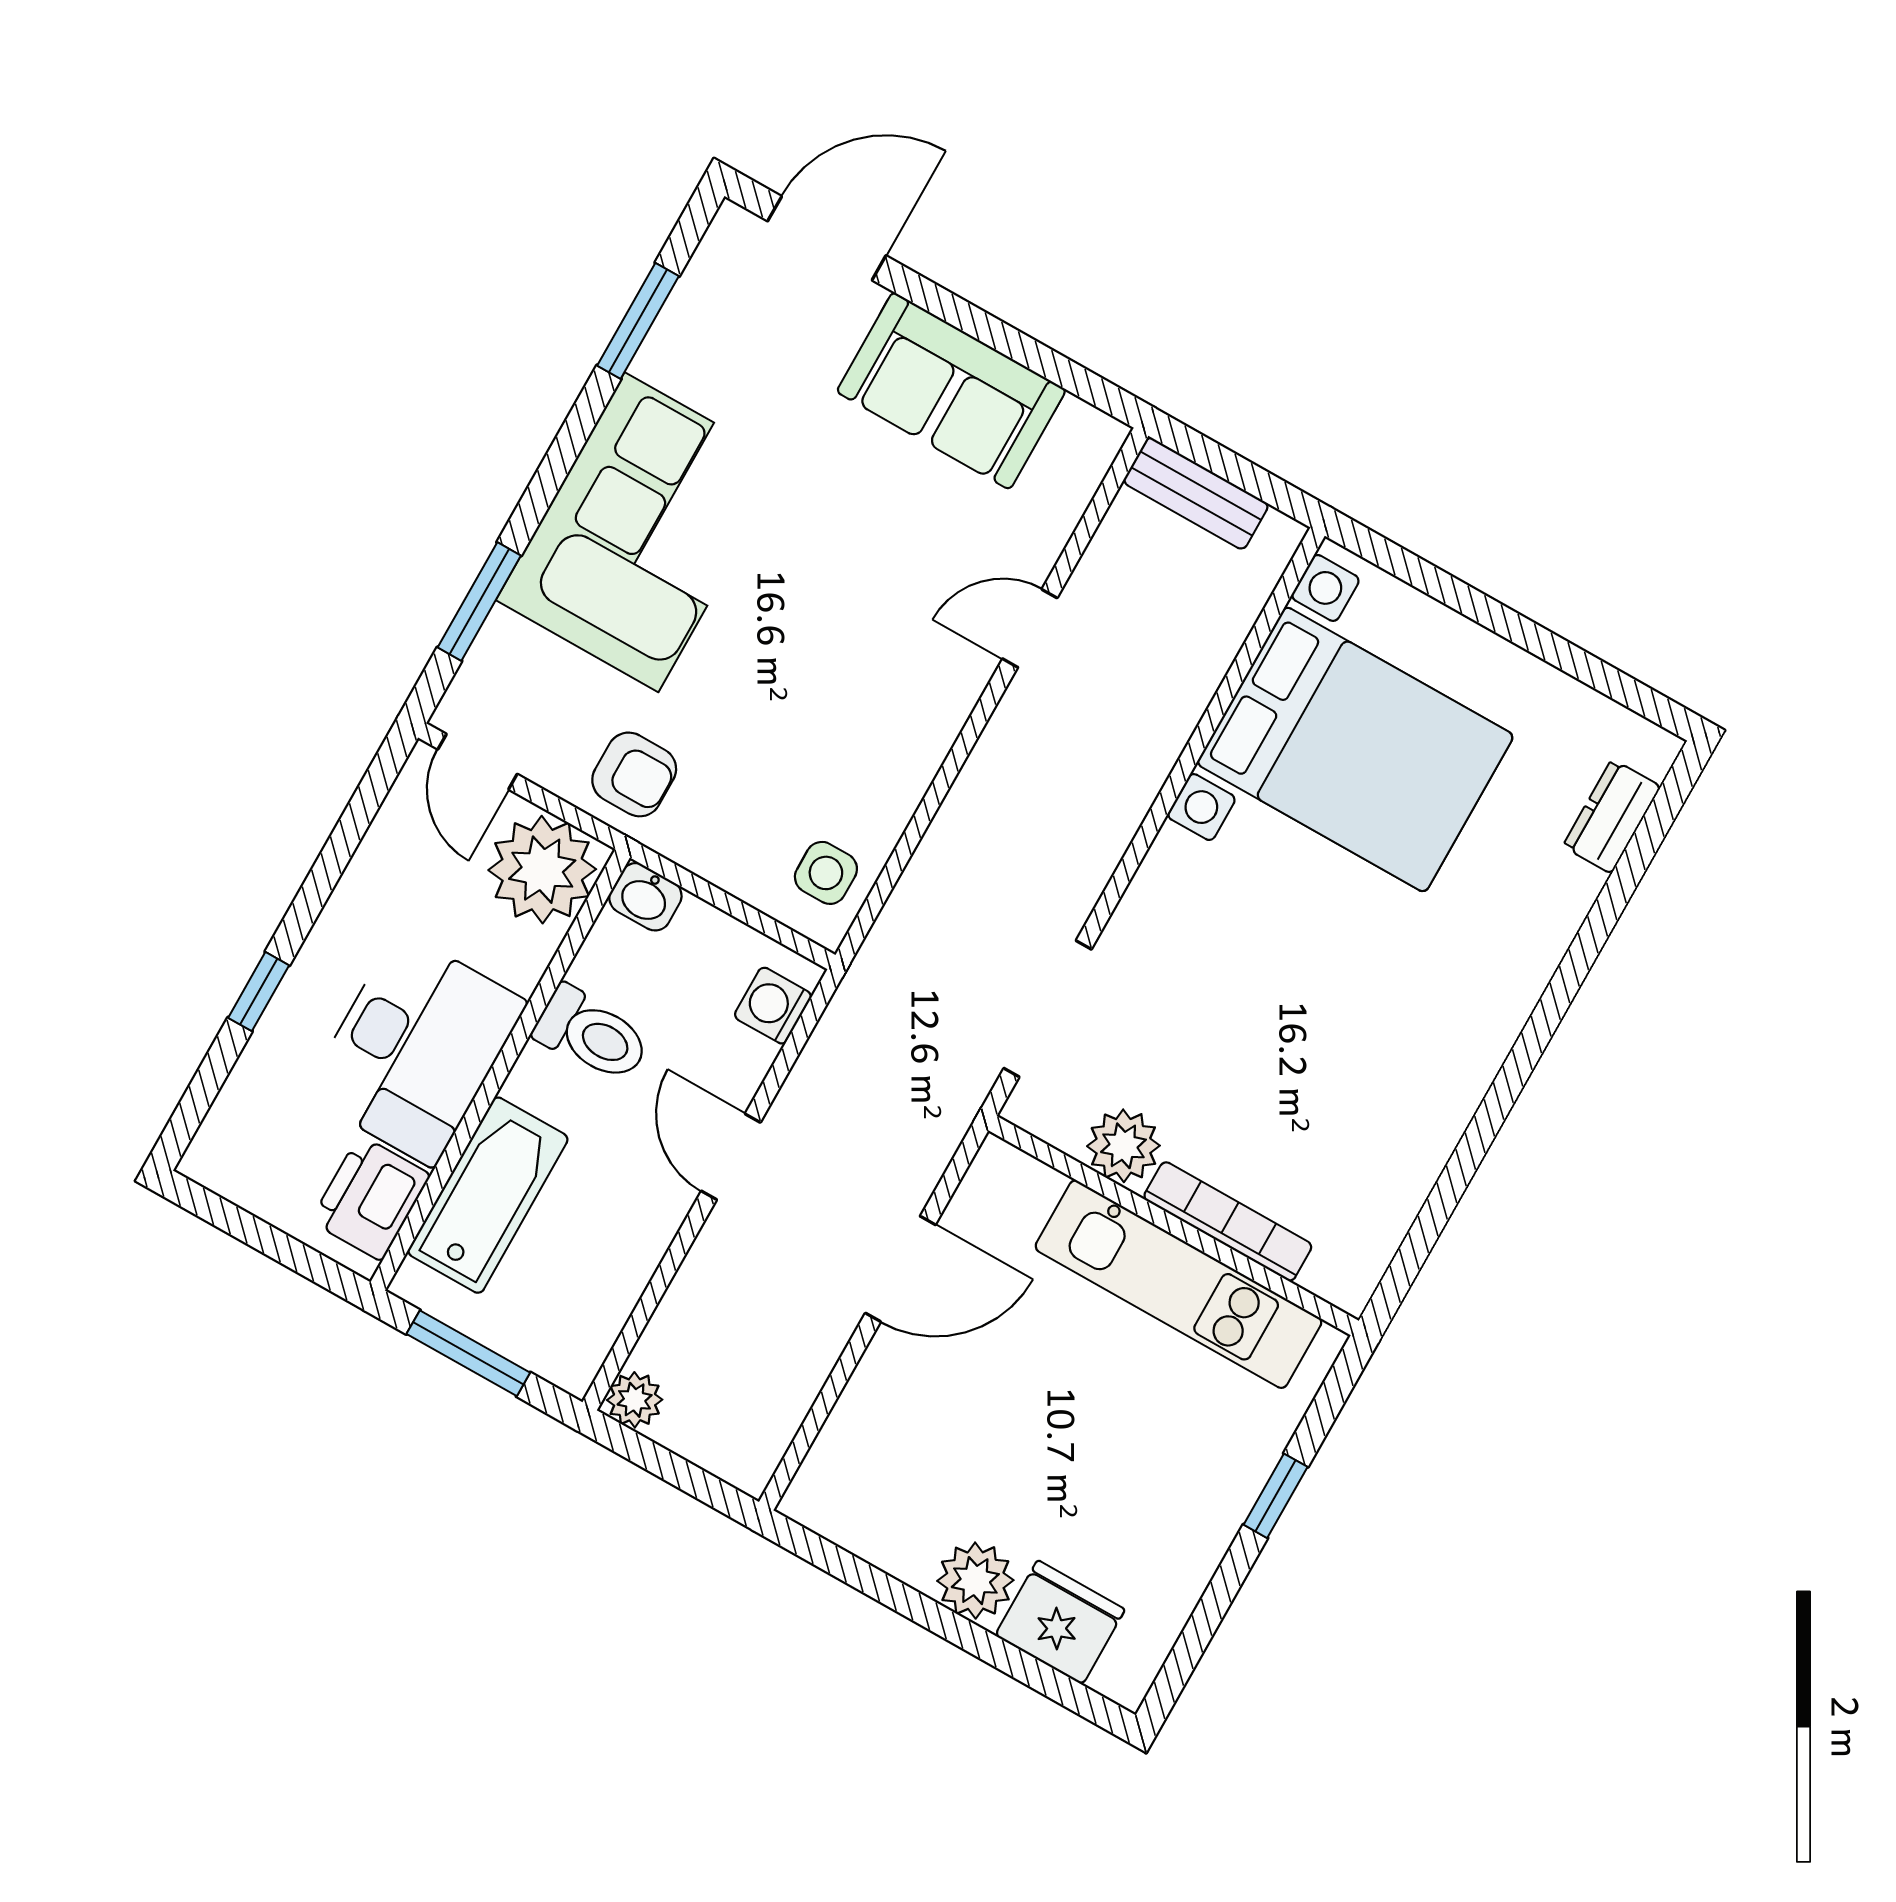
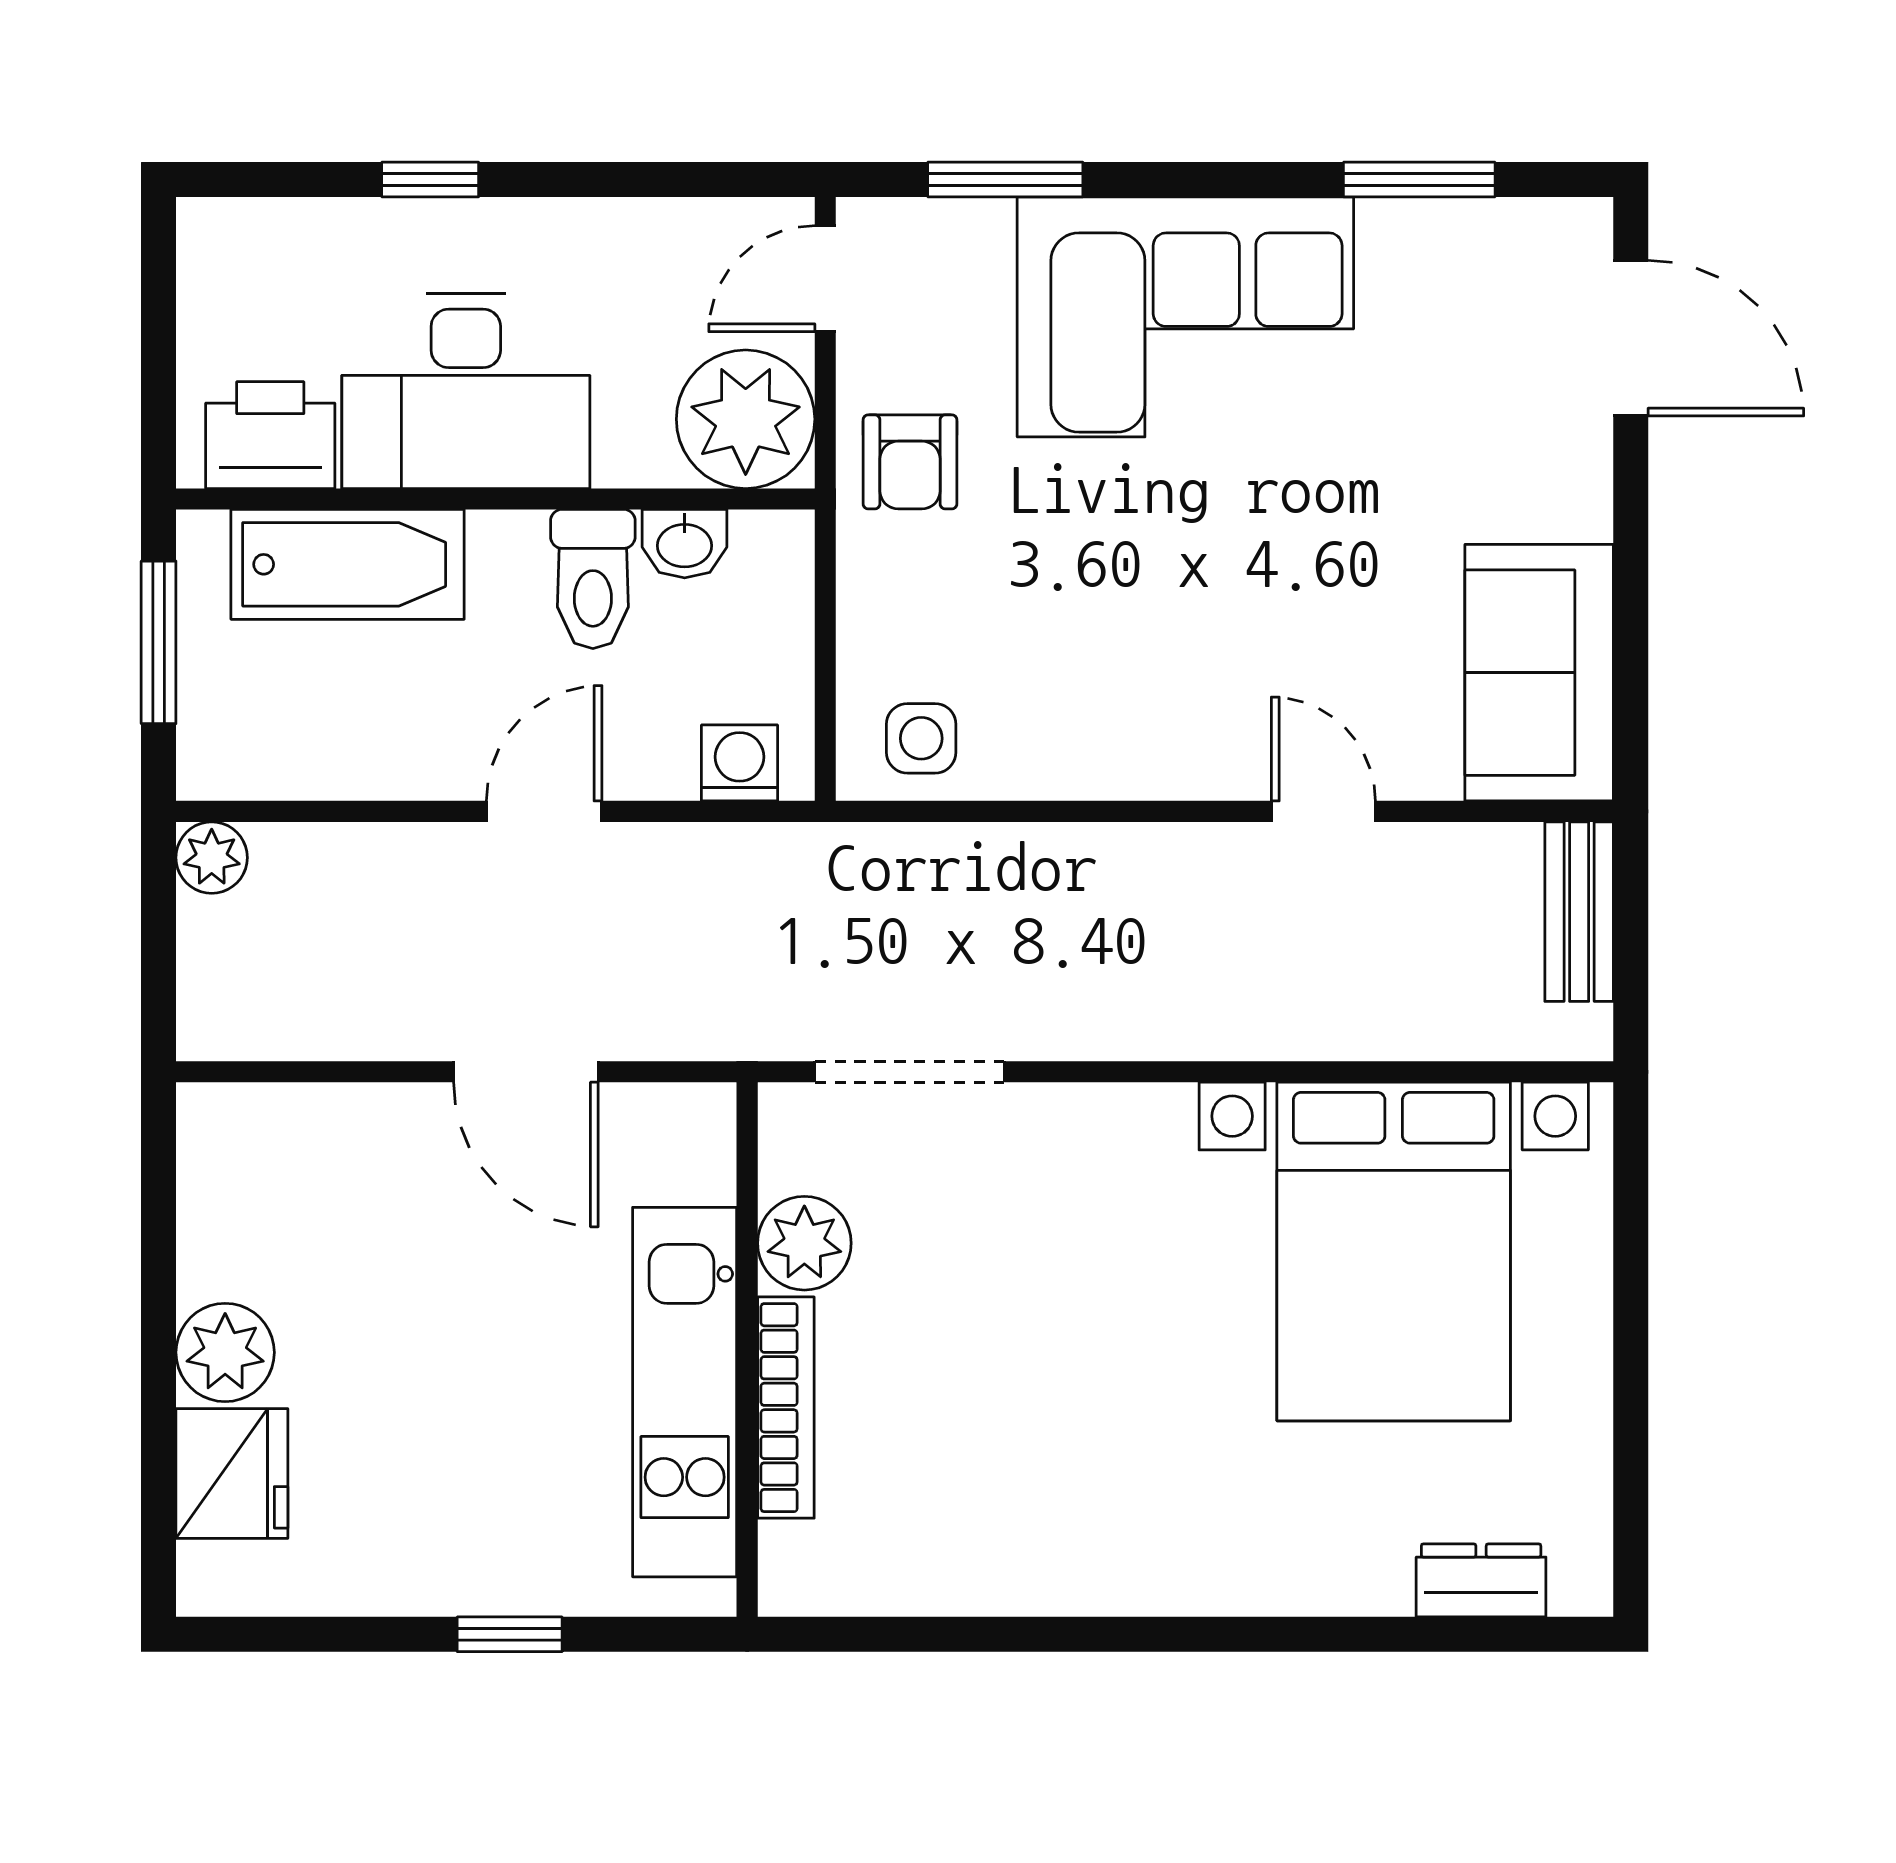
sofa: (951, 391) -> (1539, 673), moved
washbasin: (645, 897) -> (685, 544), moved, turned -90

